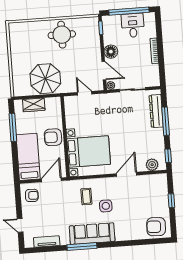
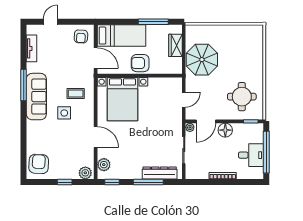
round table: (62, 35) -> (242, 97), moved
armchair: (53, 137) -> (140, 63), turned -90
plant: (161, 182) -> (85, 173), added

